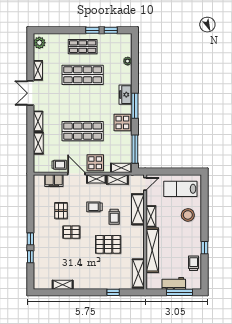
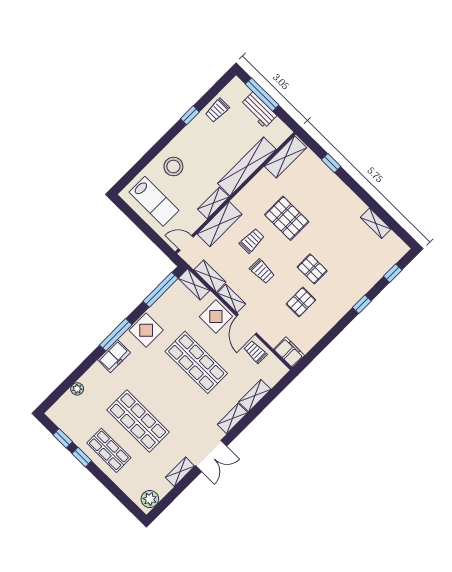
filing cabinet: (54, 181) -> (289, 352), moved
window: (30, 257) -> (393, 273), moved

